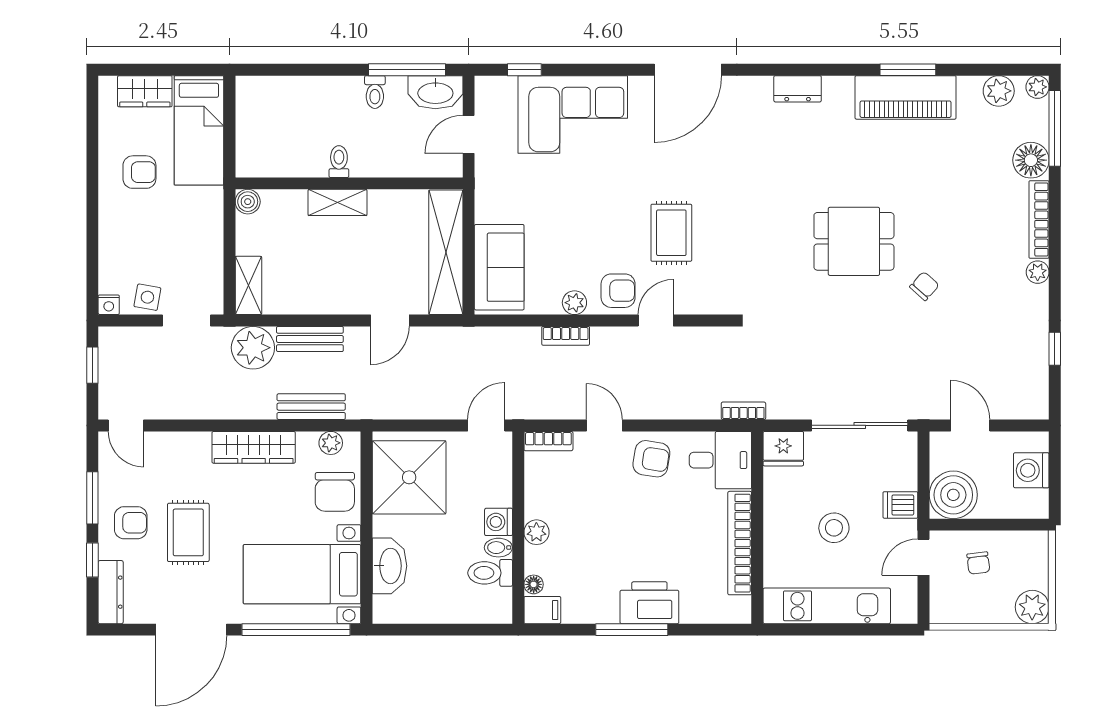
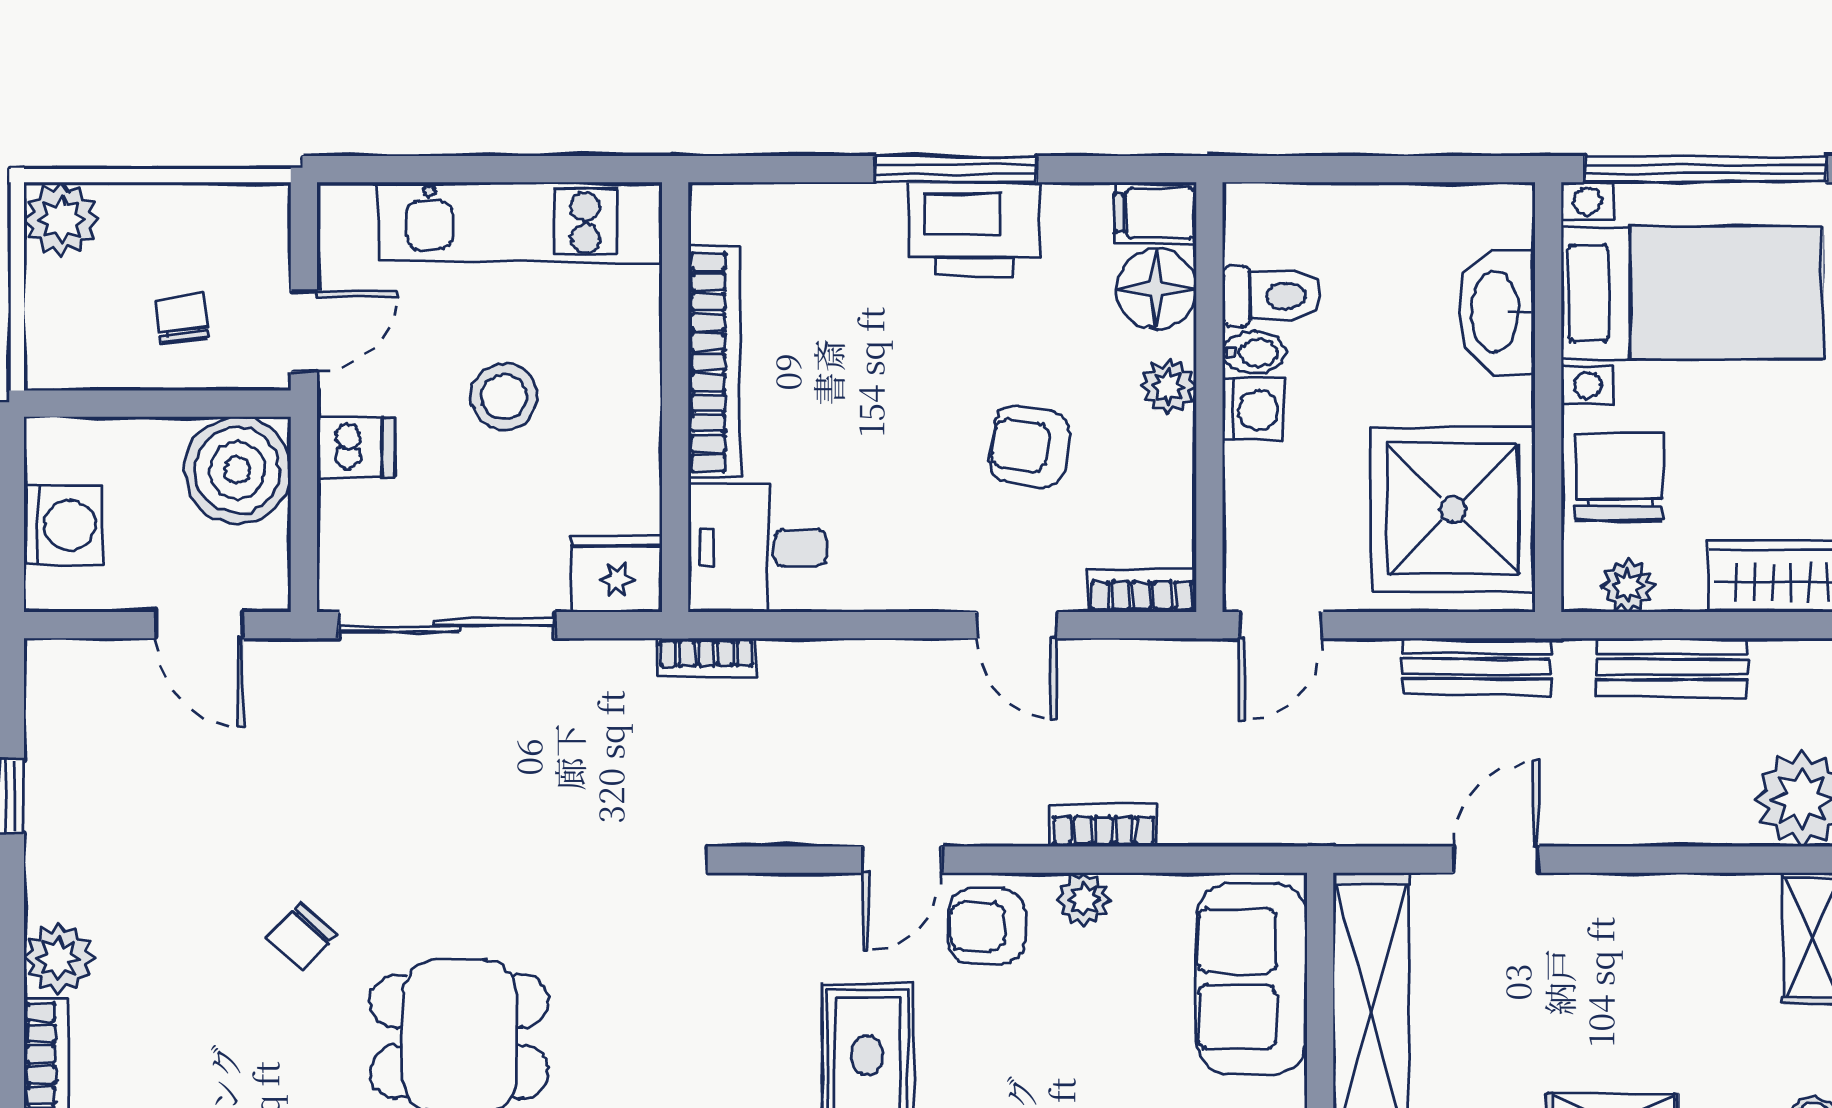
plant: (1038, 272) -> (59, 958), width x1.38, depth x1.38
bench: (310, 339) -> (1477, 667), moved
armchair: (651, 459) -> (1029, 447), moved
floor lamp: (534, 584) -> (1156, 289), width x1.89, depth x1.89
printer: (649, 603) -> (974, 229), moved

